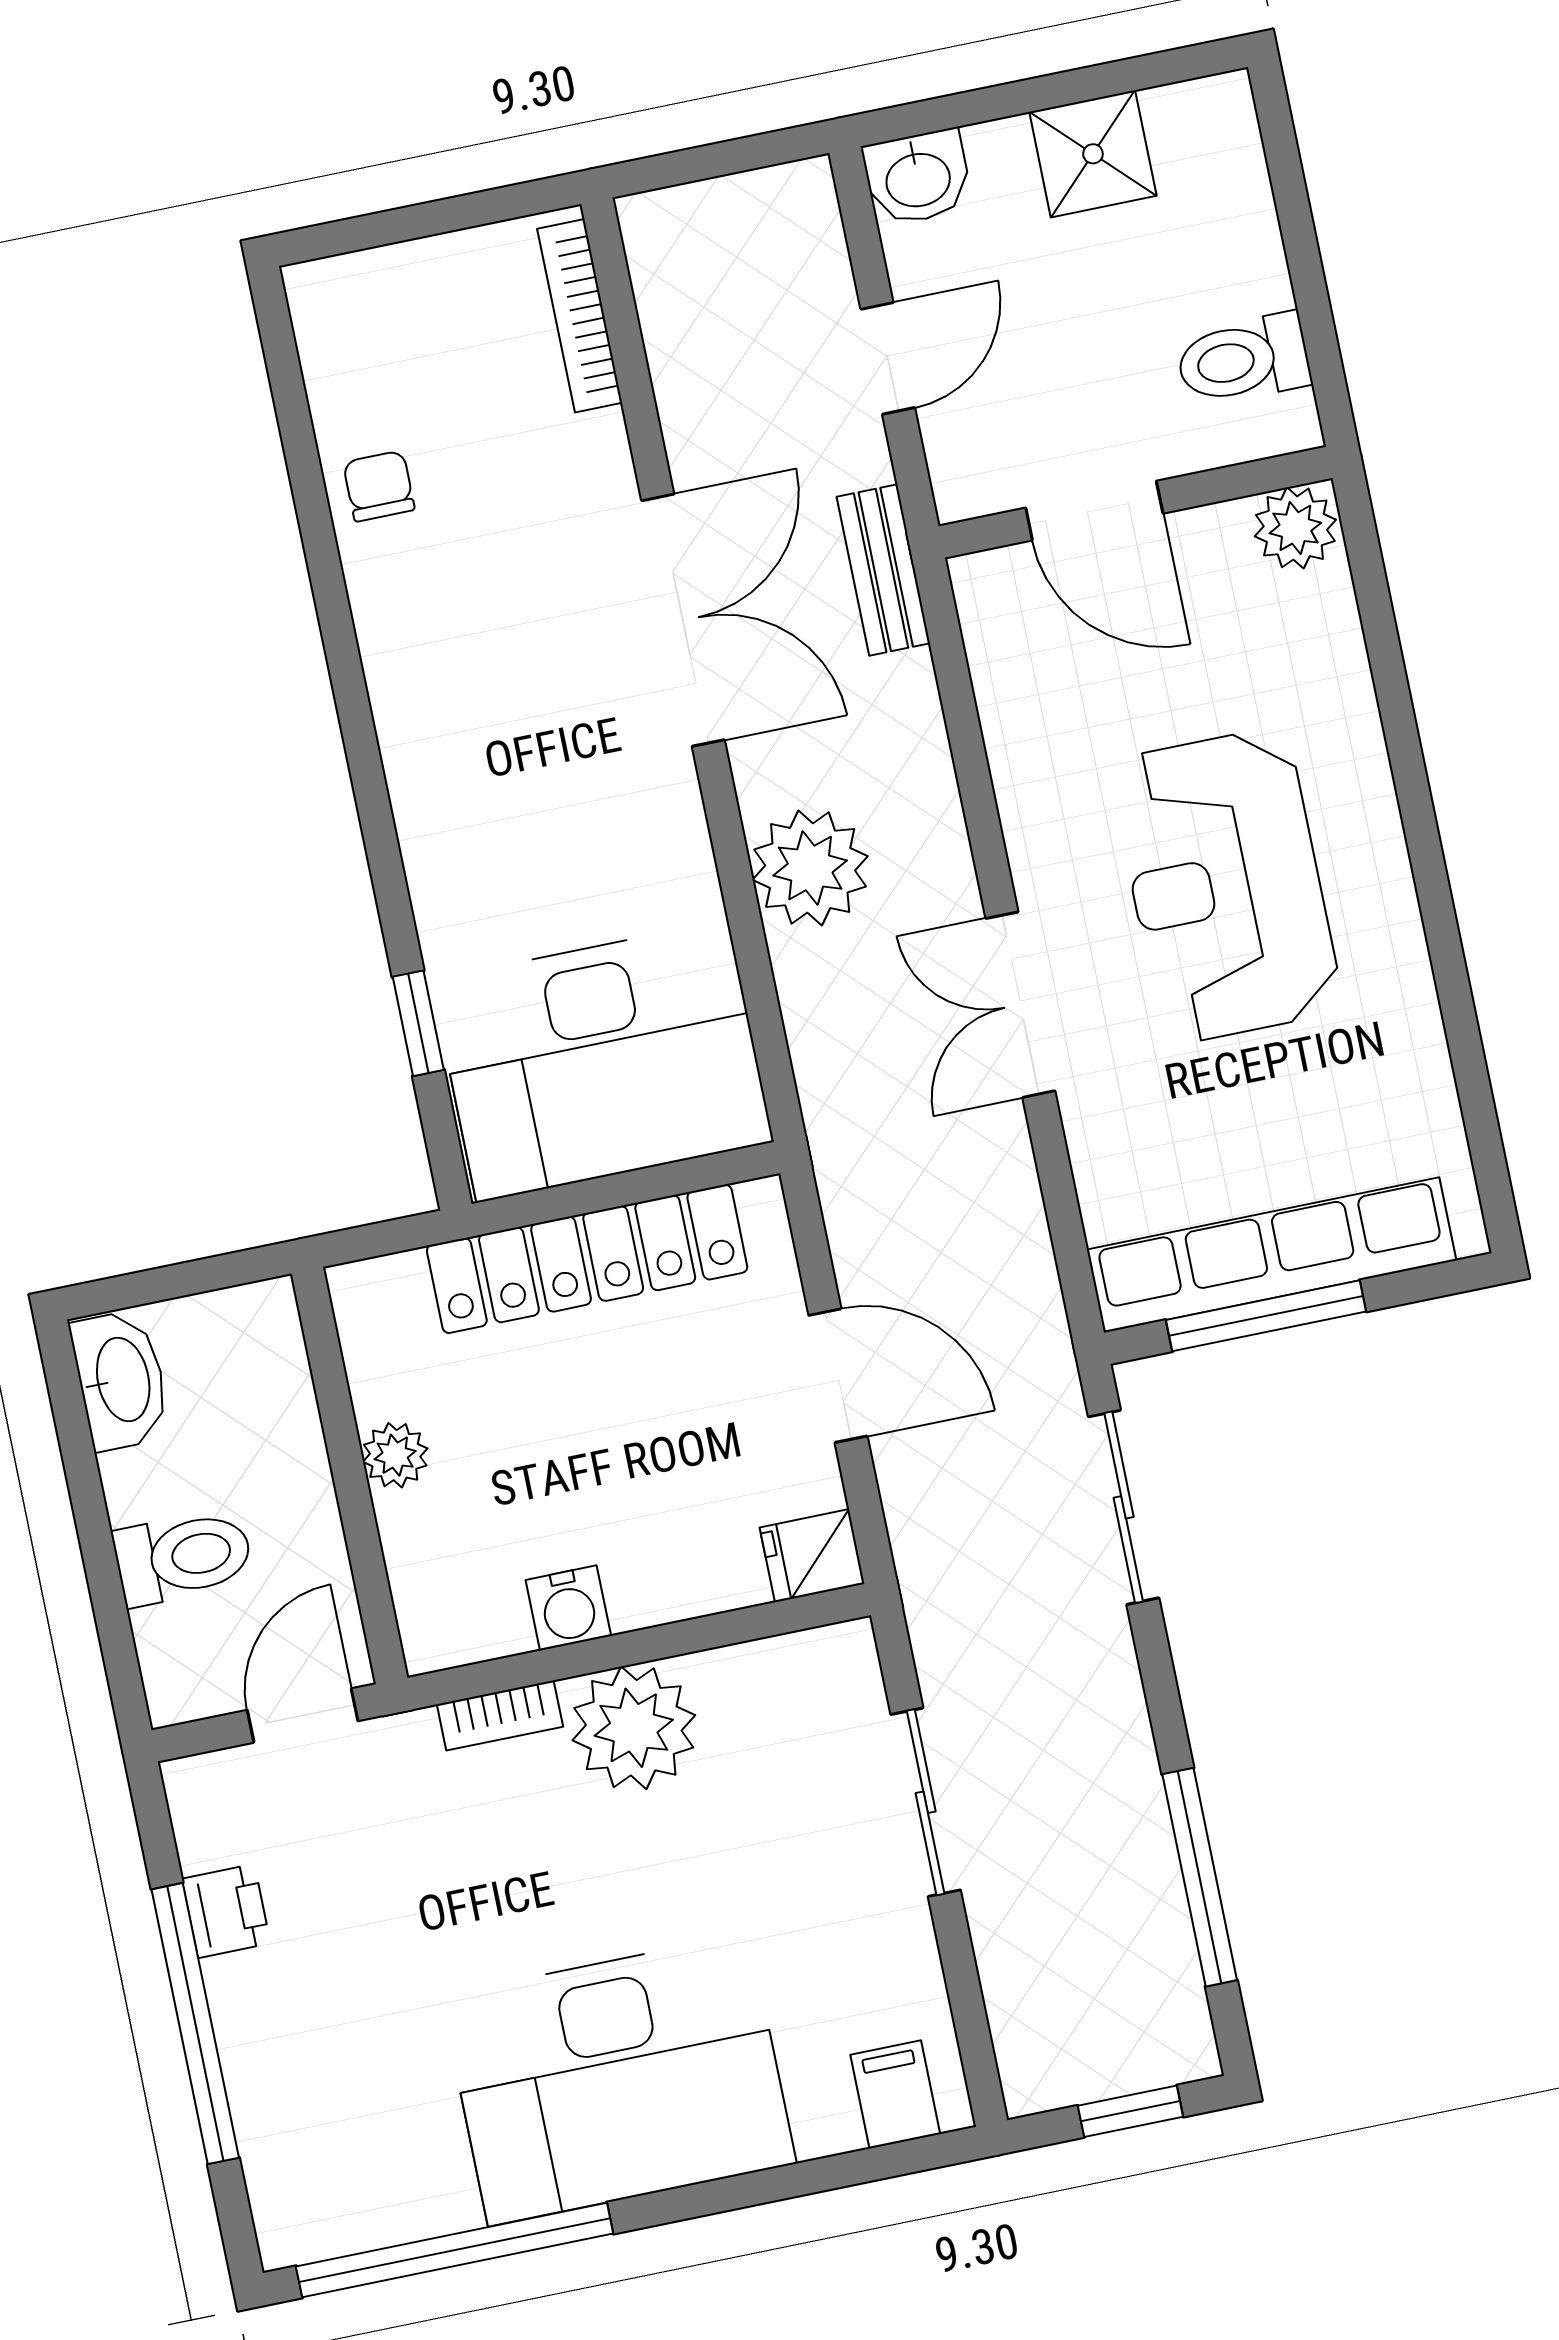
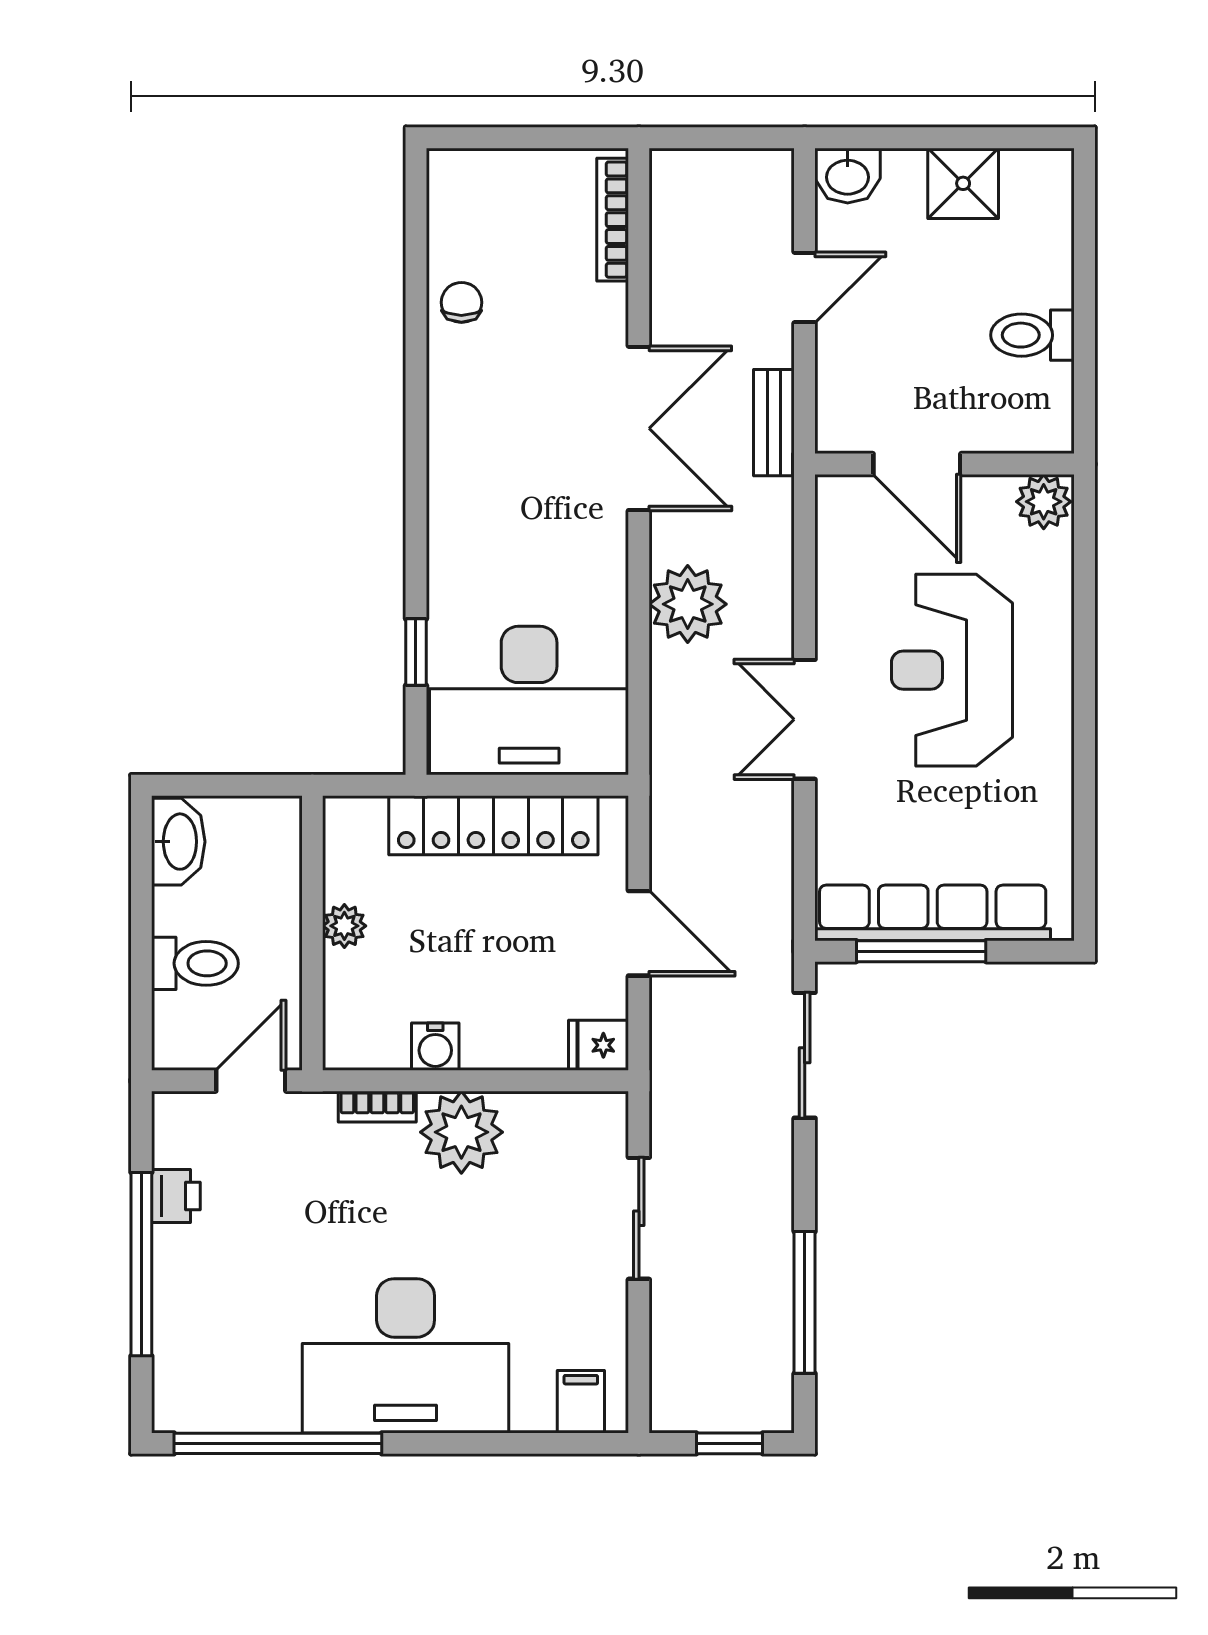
wall: (1135, 502) -> (945, 464), moved
door: (1094, 511) -> (917, 464), moved
plant: (1295, 528) -> (1044, 502), moved

